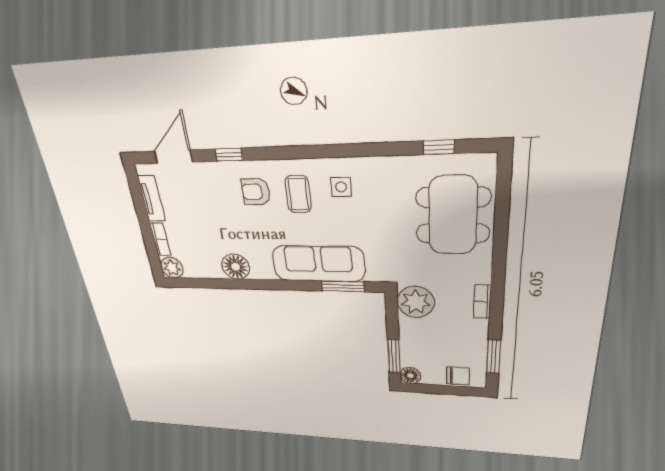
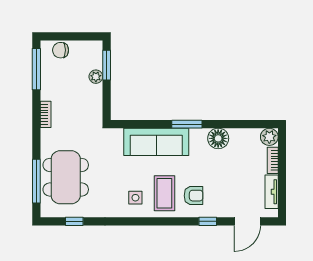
coffee table: (298, 194) -> (164, 193), width x1.36, depth x1.30
window: (502, 209) -> (36, 181), added
window: (343, 286) -> (187, 124), moved
plant: (416, 302) -> (96, 77), moved, width x0.53, depth x0.53
window: (494, 357) -> (36, 69), width x1.44
floor lamp: (410, 376) -> (95, 48), removed

